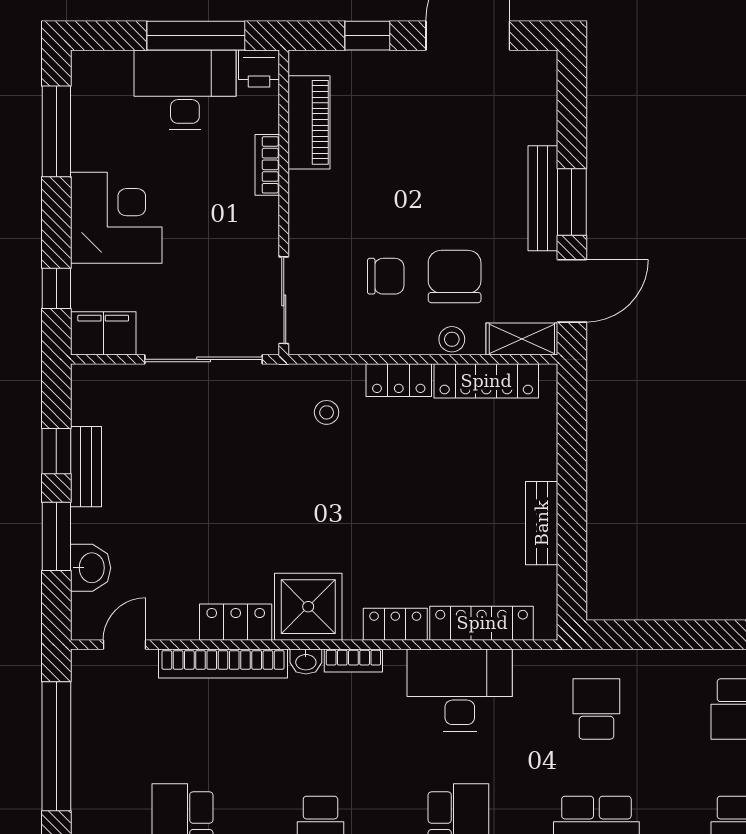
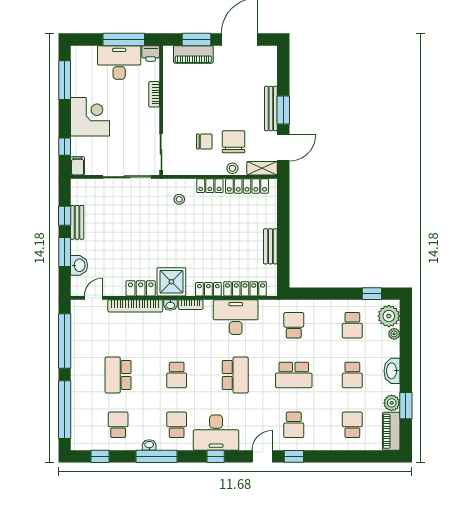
window: (367, 36) -> (197, 39), width x1.50
piano: (309, 122) -> (193, 54), moved, turned 90
filing cabinet: (103, 333) -> (78, 166), width x0.50

